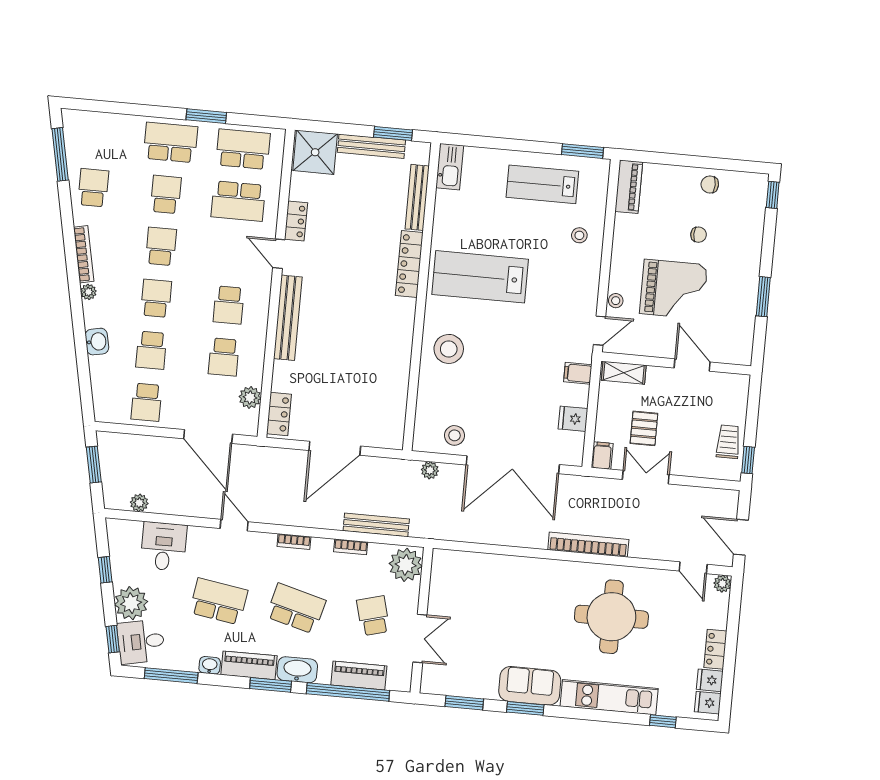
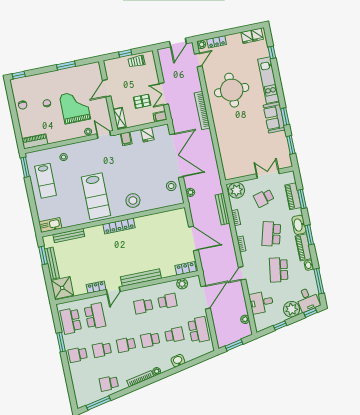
school desk: (171, 142) -> (78, 355), width x0.54
locker: (409, 264) -> (119, 226), moved
school desk: (229, 305) -> (143, 306), turned 180
school desk: (146, 402) -> (199, 330), width x1.85
window: (748, 460) -> (125, 53), moved
locker: (715, 649) -> (217, 42), moved
window: (348, 692) -> (302, 199), width x0.47

